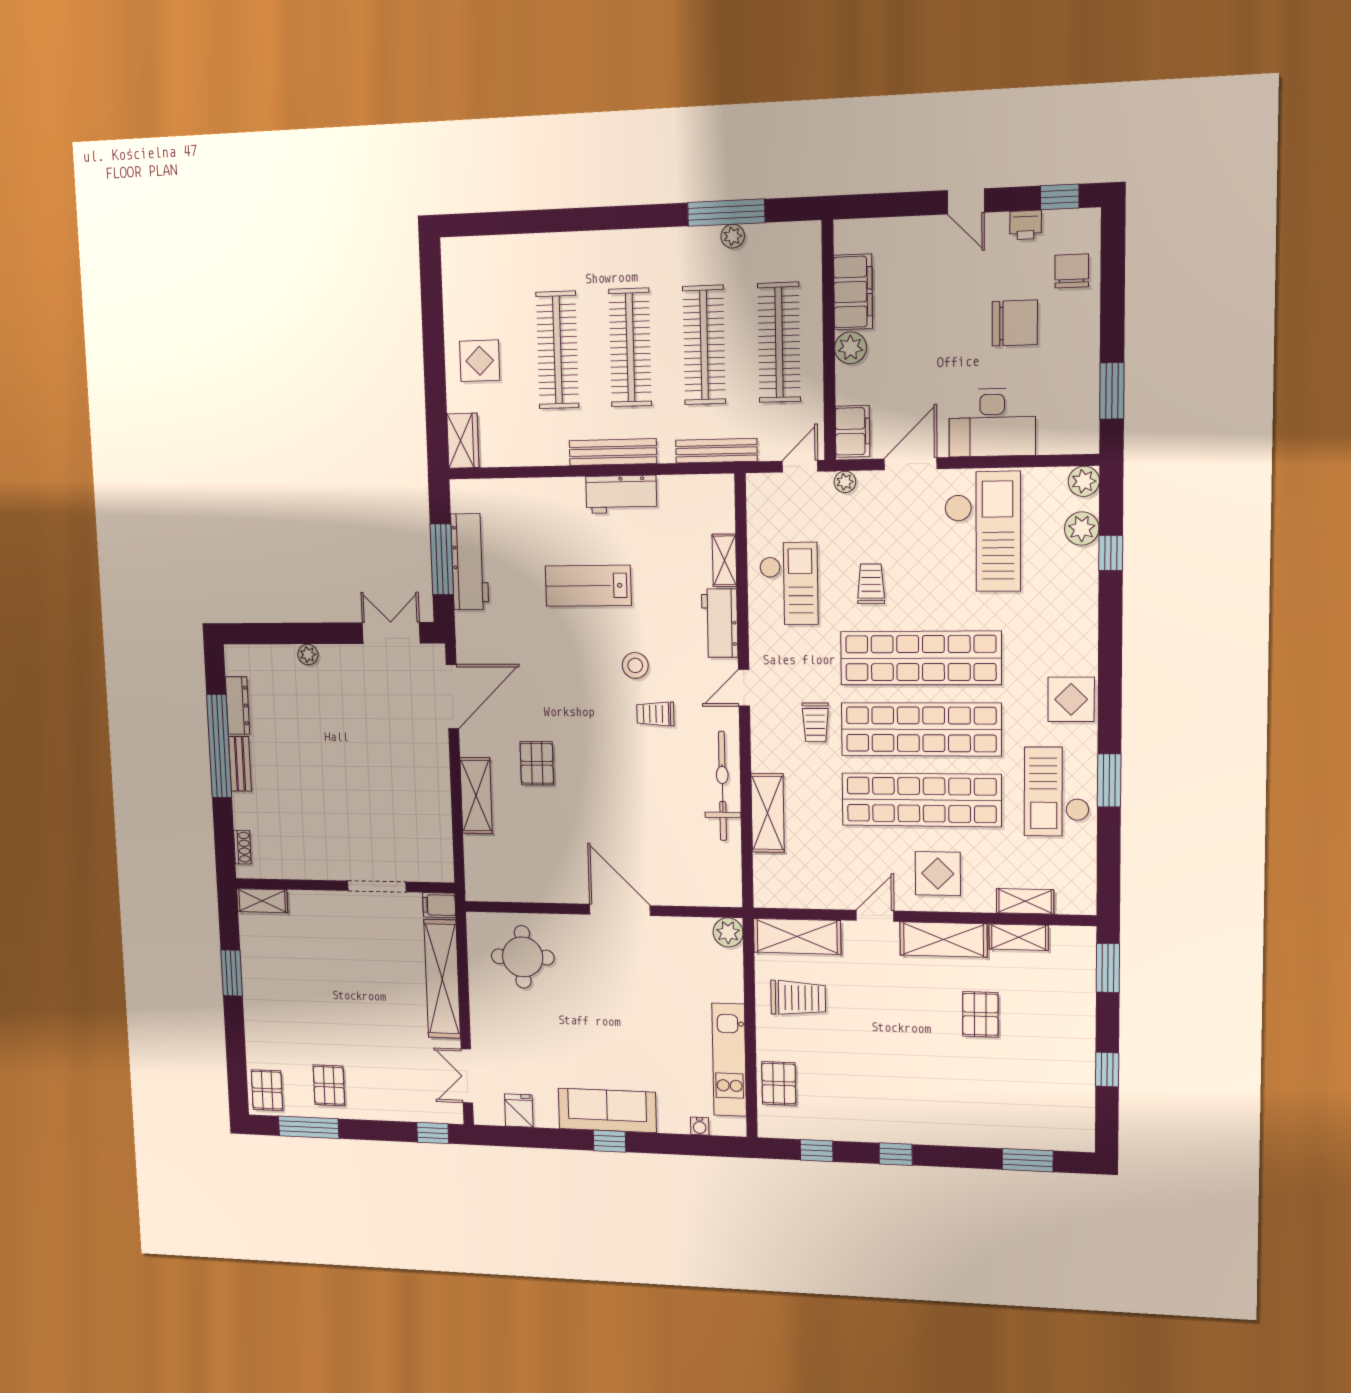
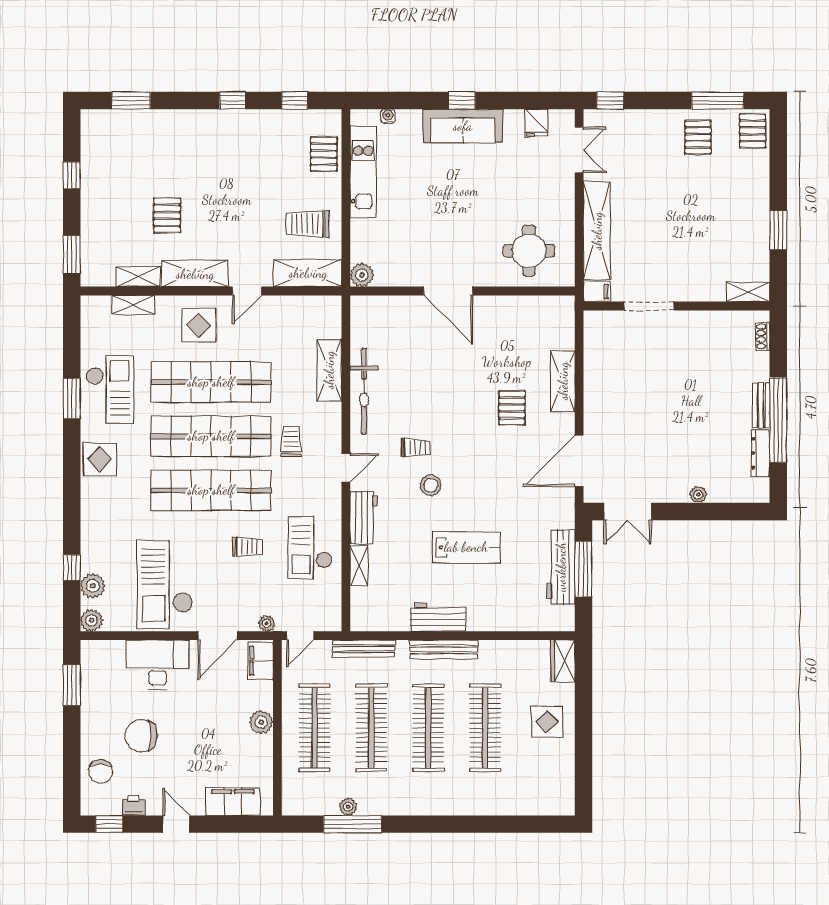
filing cabinet: (853, 292) -> (233, 801), moved, turned 90
trolley: (871, 584) -> (248, 547), turned -90

